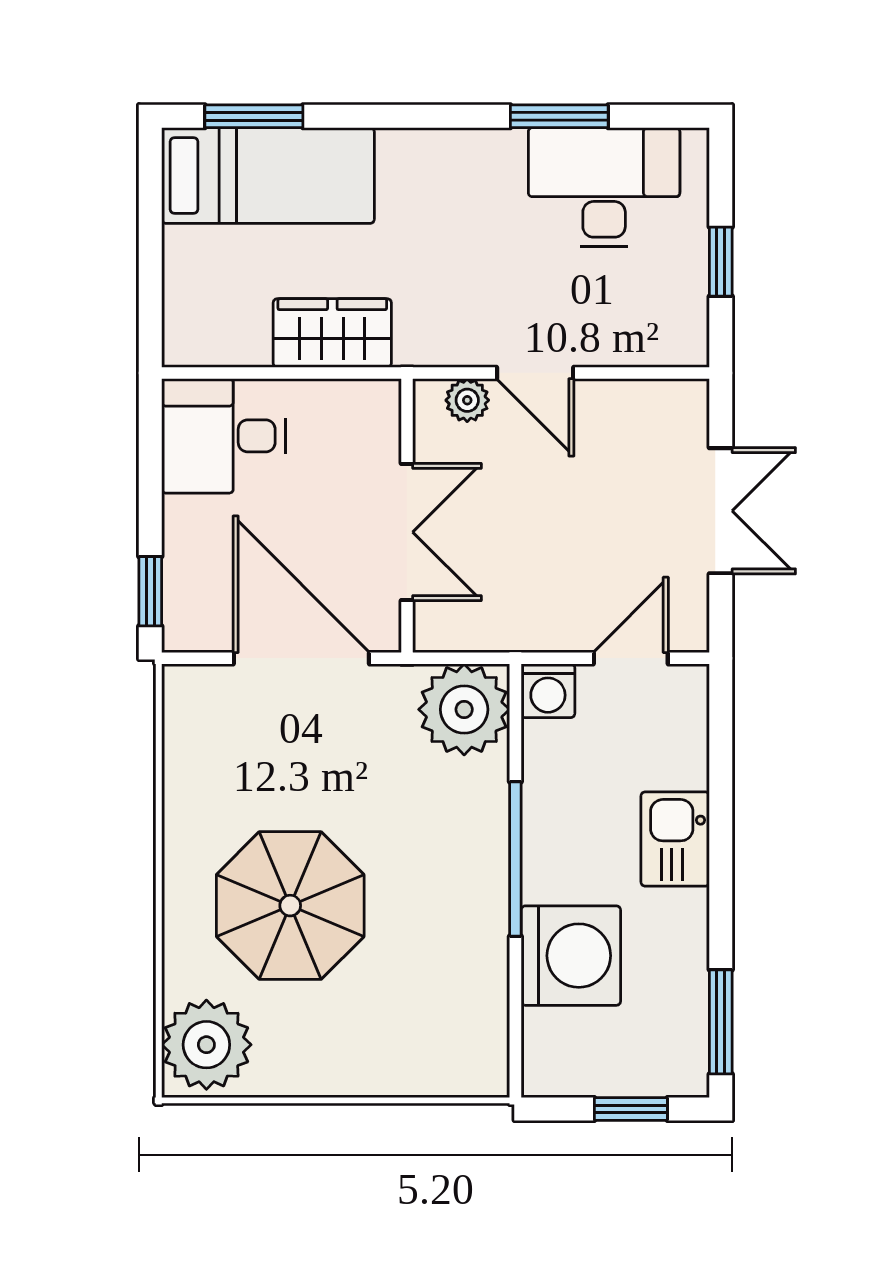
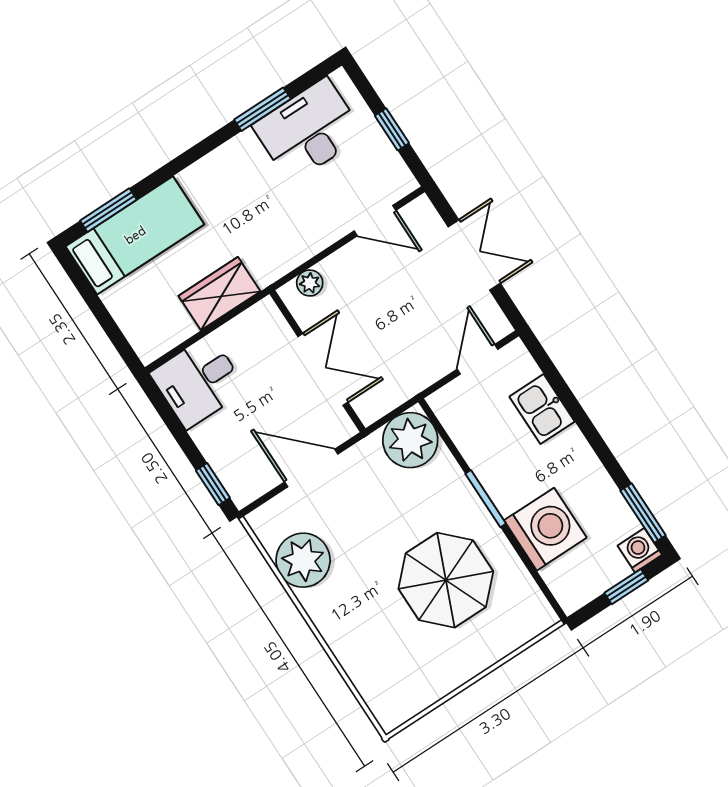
door: (535, 373) -> (375, 221), moved
door: (301, 658) -> (311, 468), width x0.73
washing machine: (548, 691) -> (640, 550), moved, turned 180
kitchen sink: (675, 839) -> (542, 409), moved
window: (515, 859) -> (486, 499), width x0.69
parasol: (290, 906) -> (446, 580), moved
plant: (206, 1045) -> (303, 560), moved

